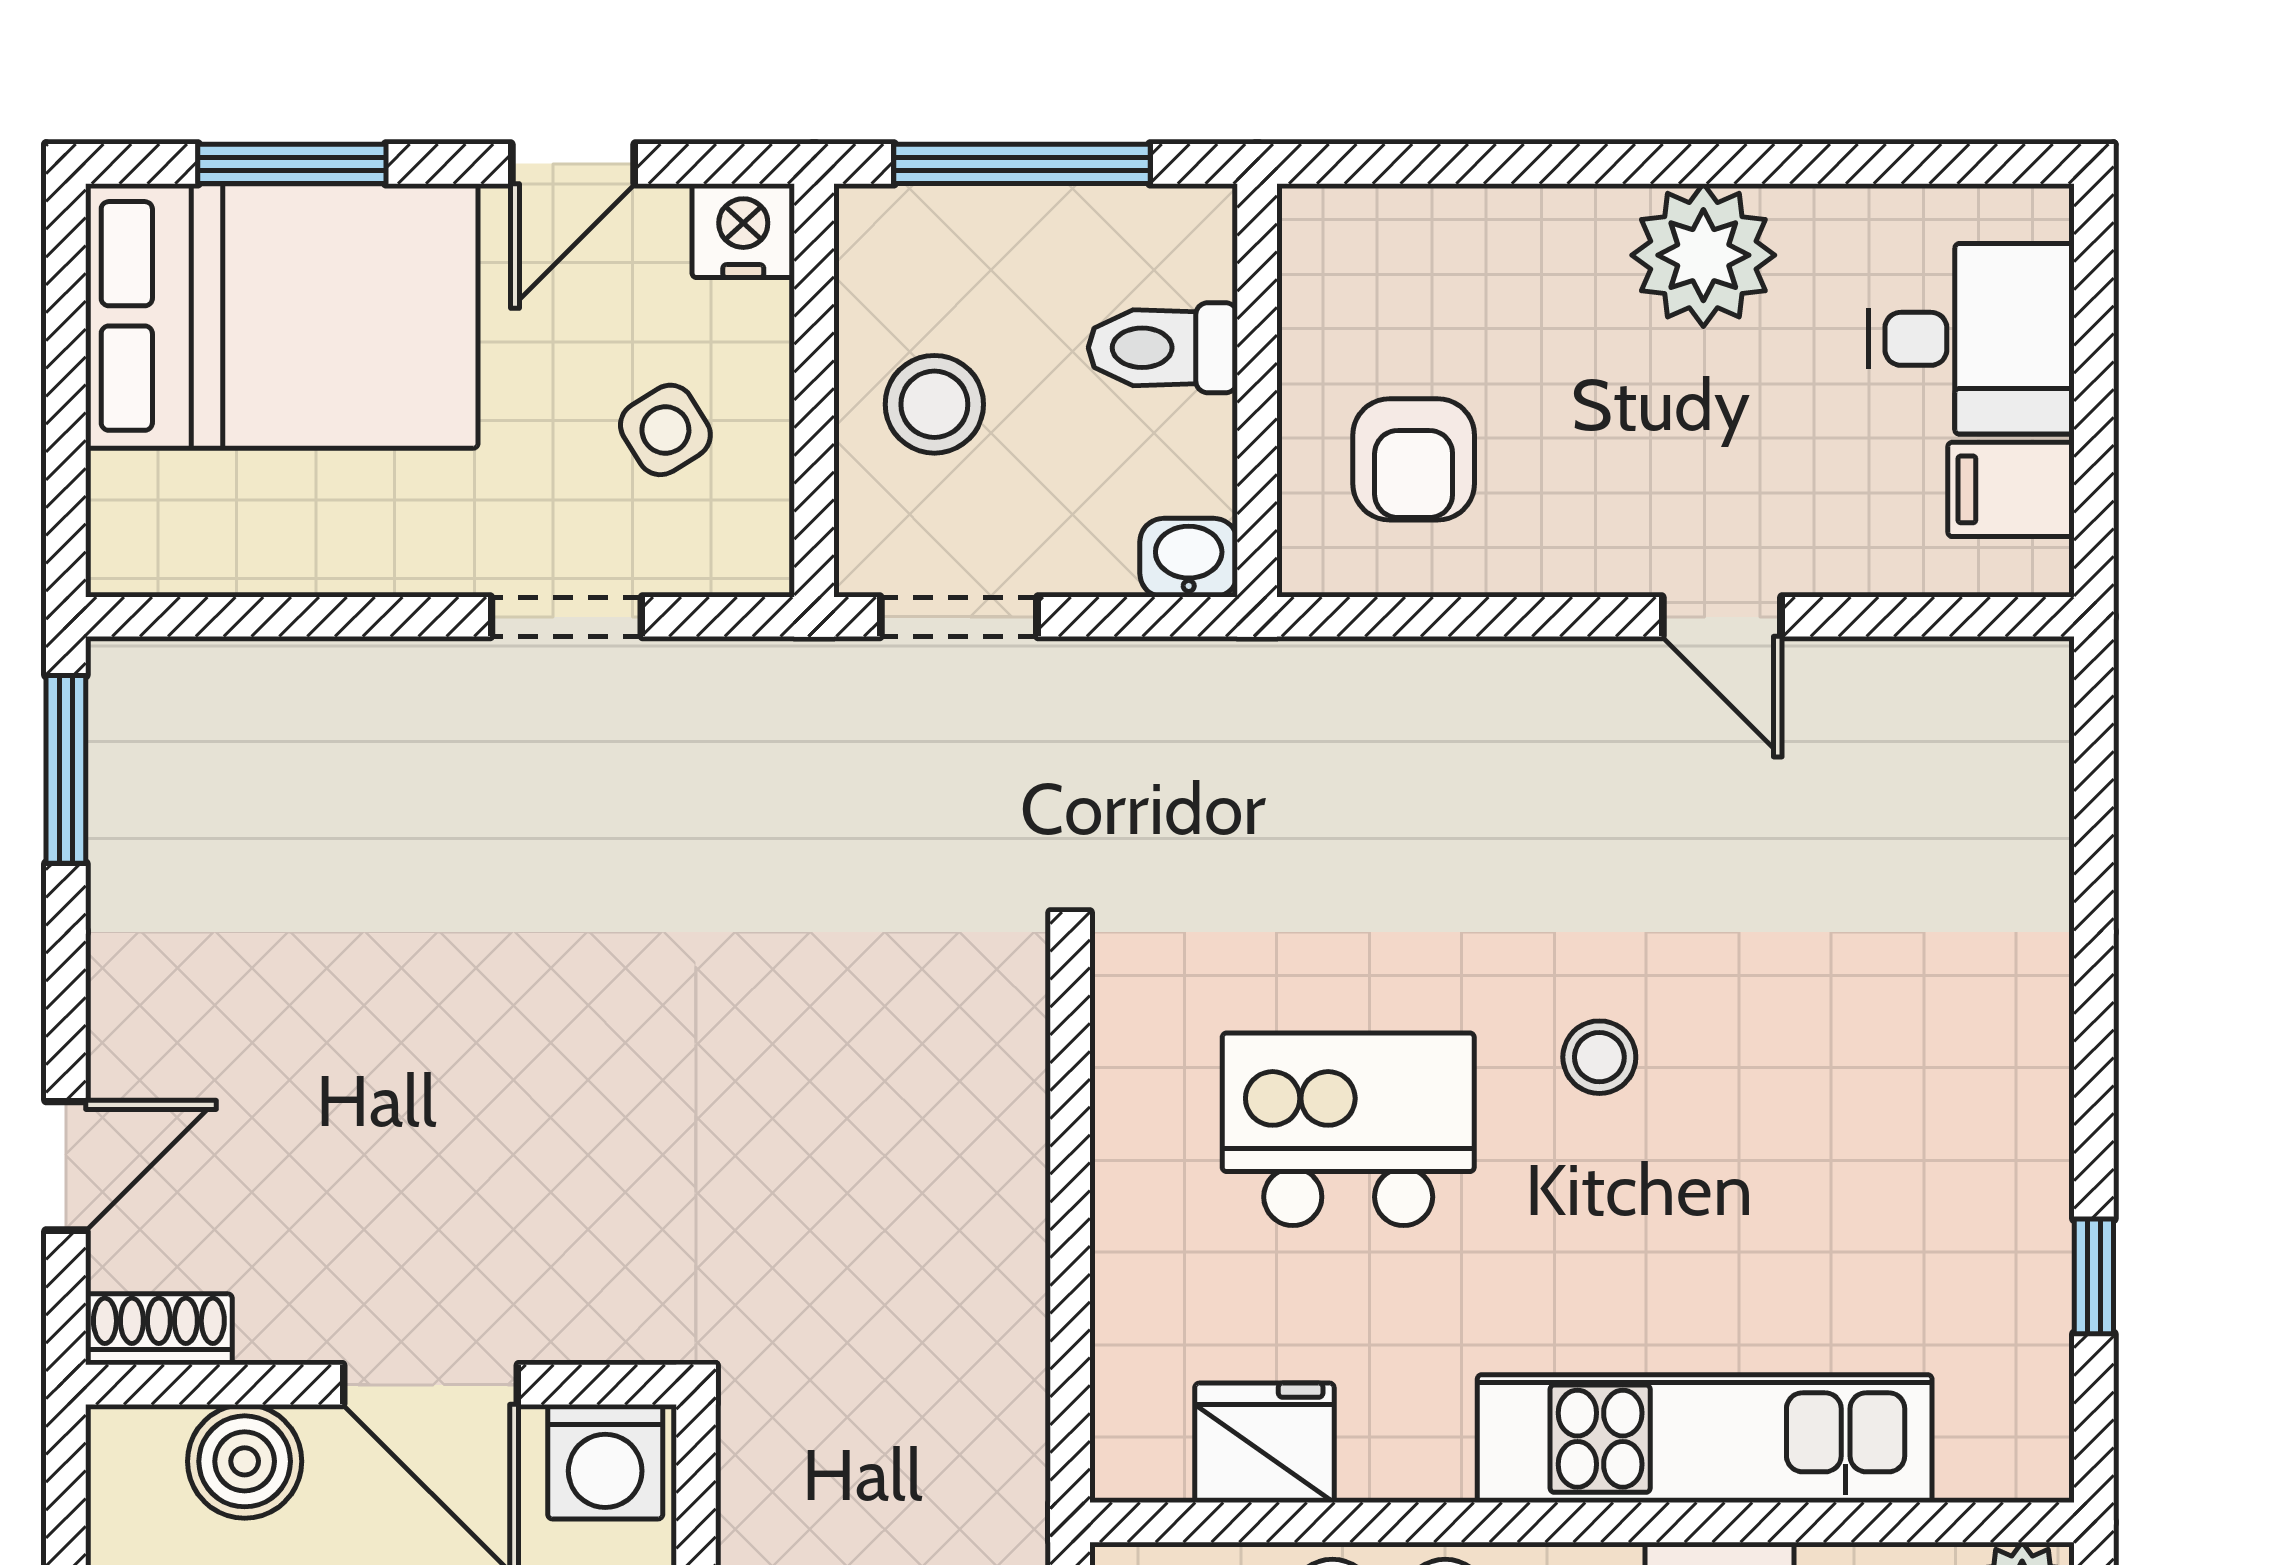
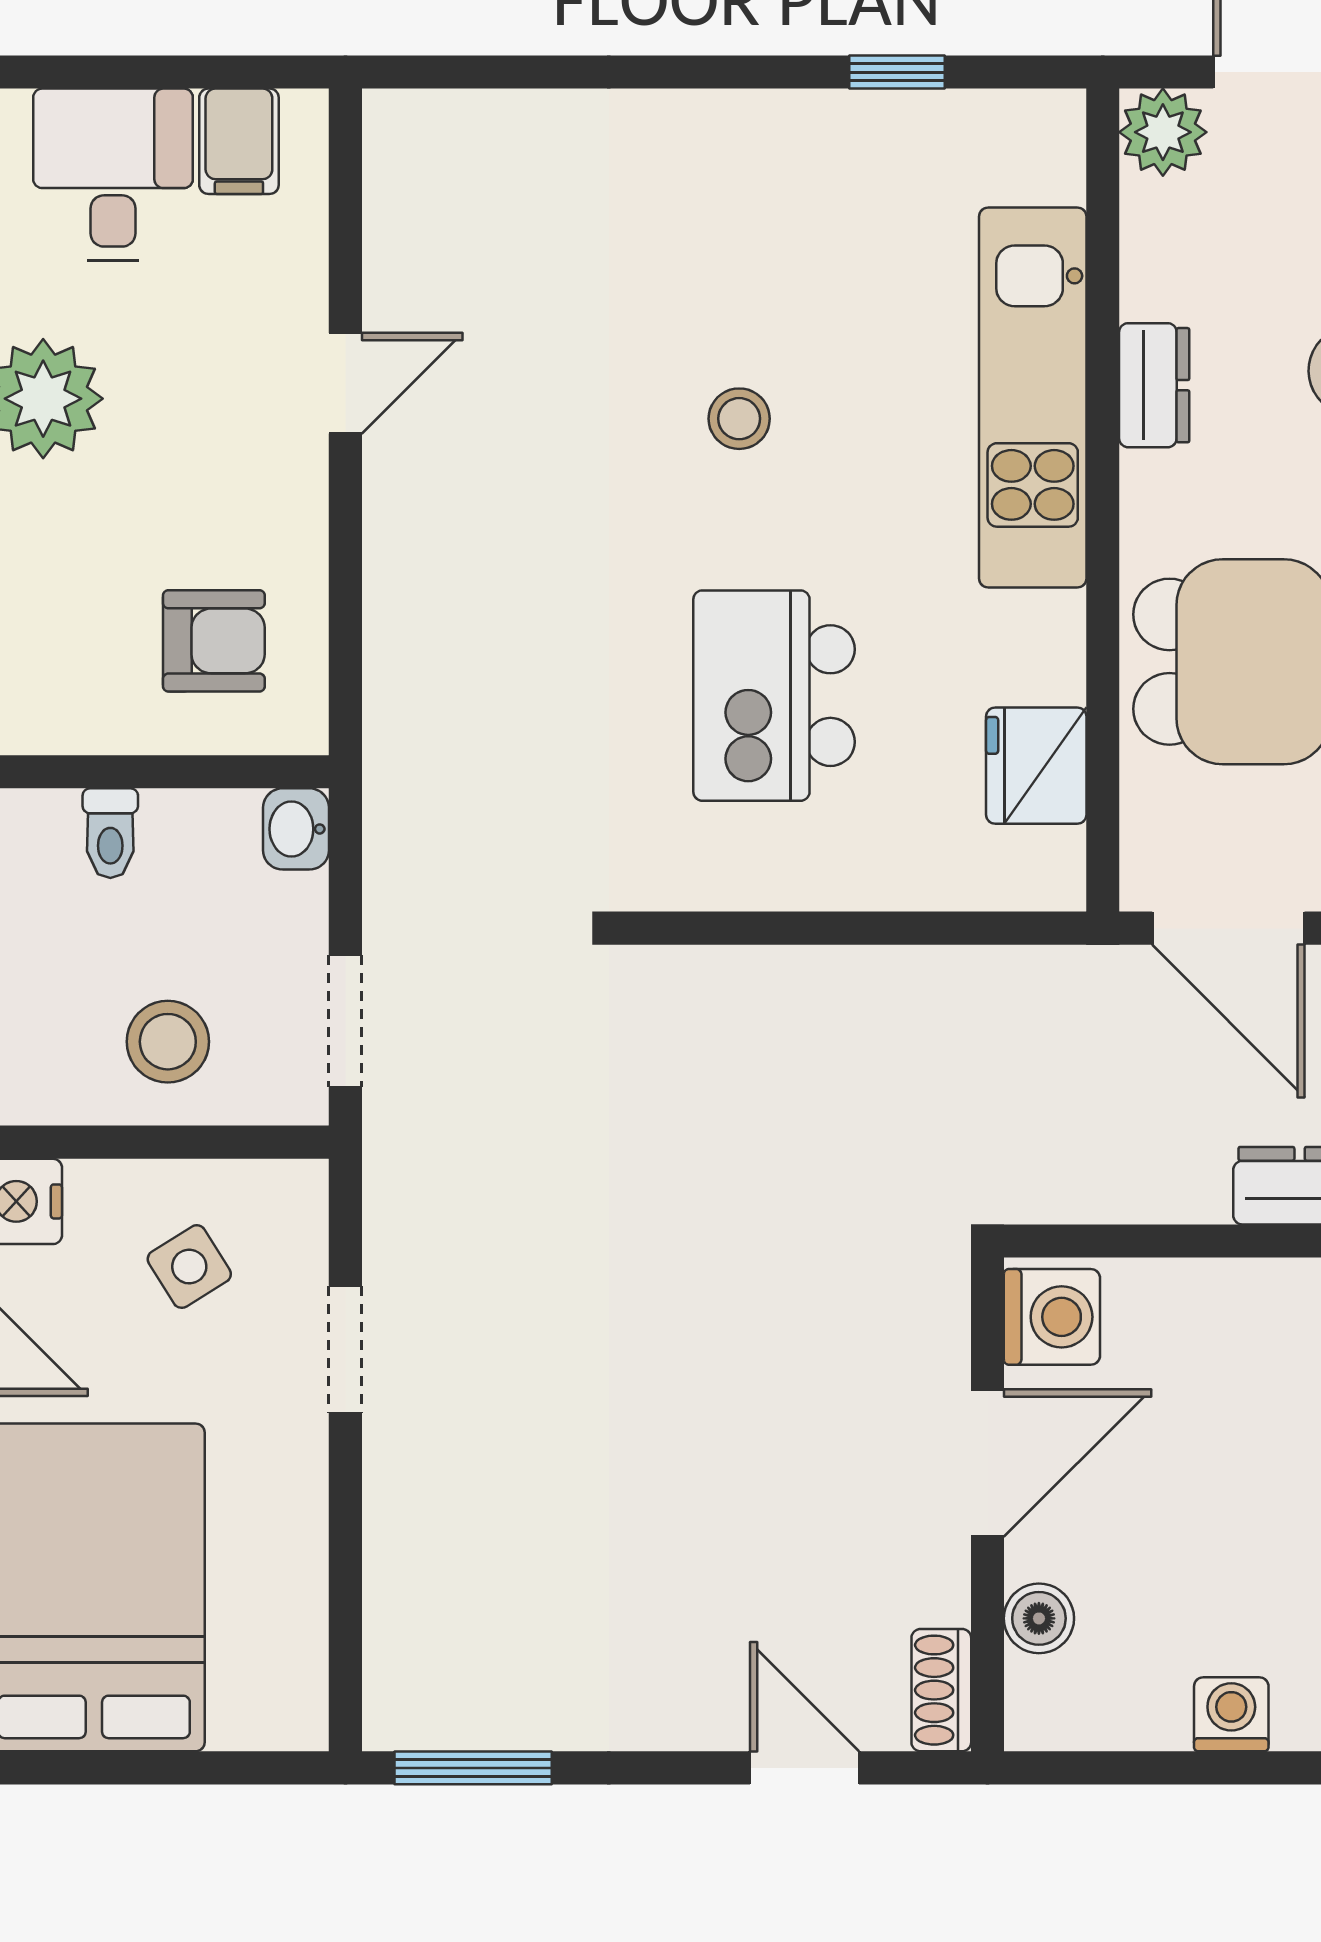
toilet: (1163, 348) -> (110, 833), width x0.73, depth x0.72
stool: (1599, 1057) -> (739, 419), moved
boiler: (245, 1461) -> (1039, 1618), width x0.73, depth x0.73

